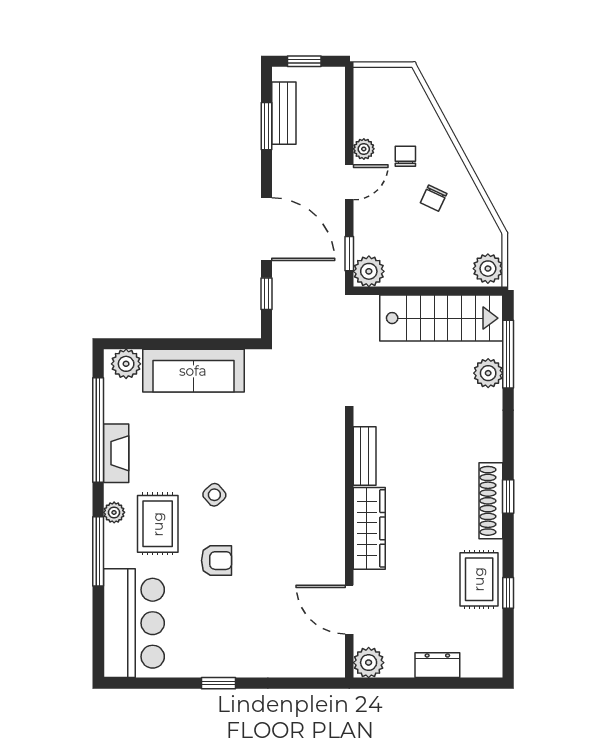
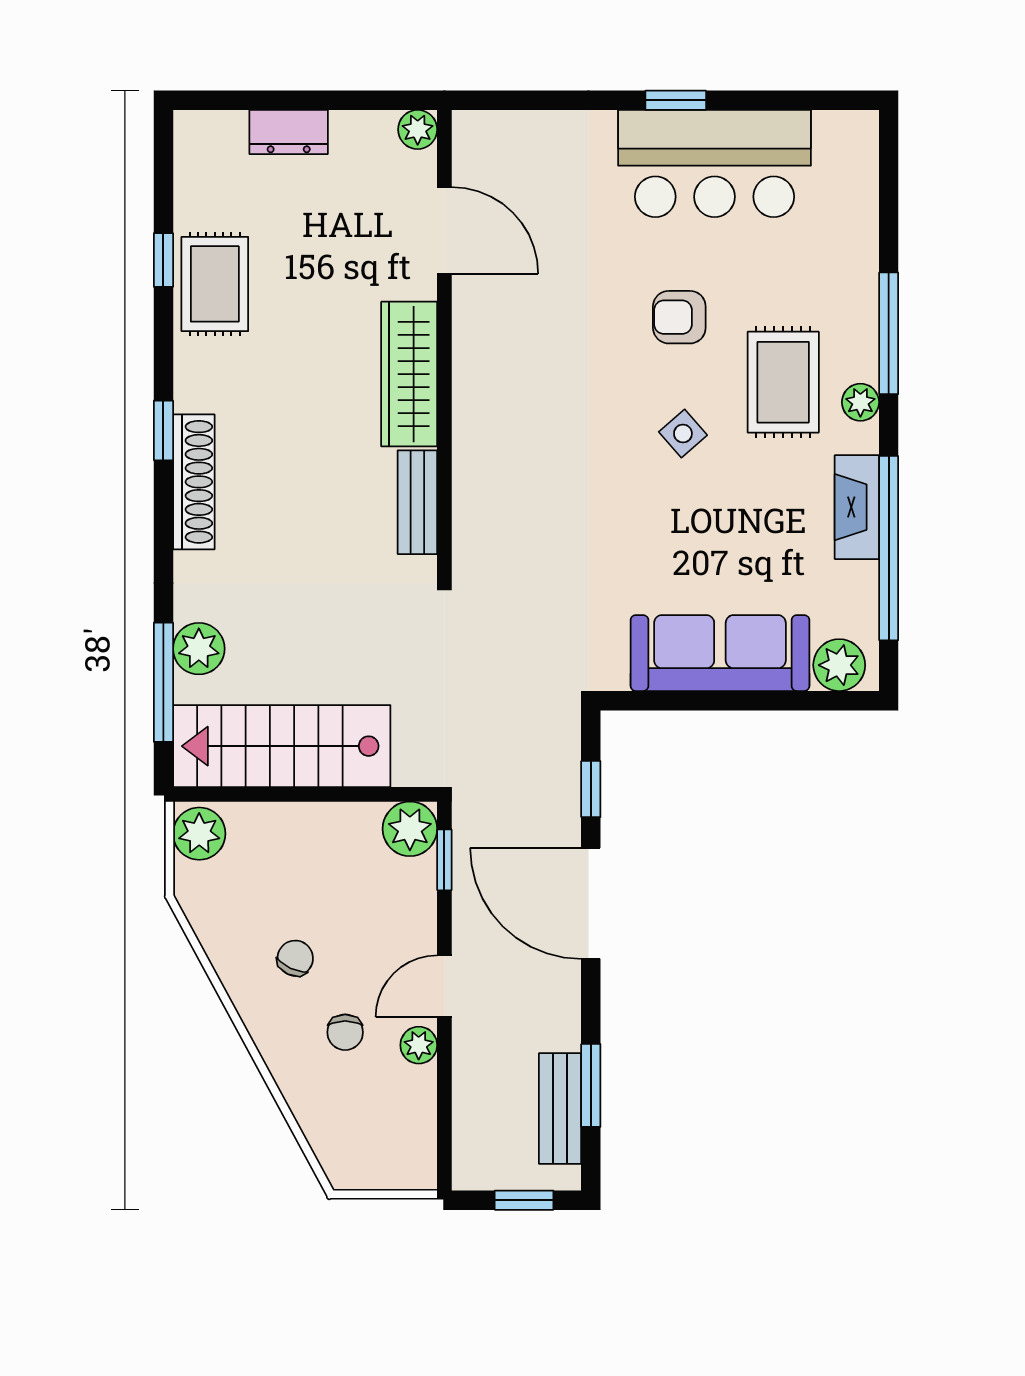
shoe rack: (491, 501) -> (194, 482), moved
bar counter: (134, 623) -> (714, 164), moved, turned -90
plant: (369, 663) -> (418, 129), width x0.73, depth x0.73

